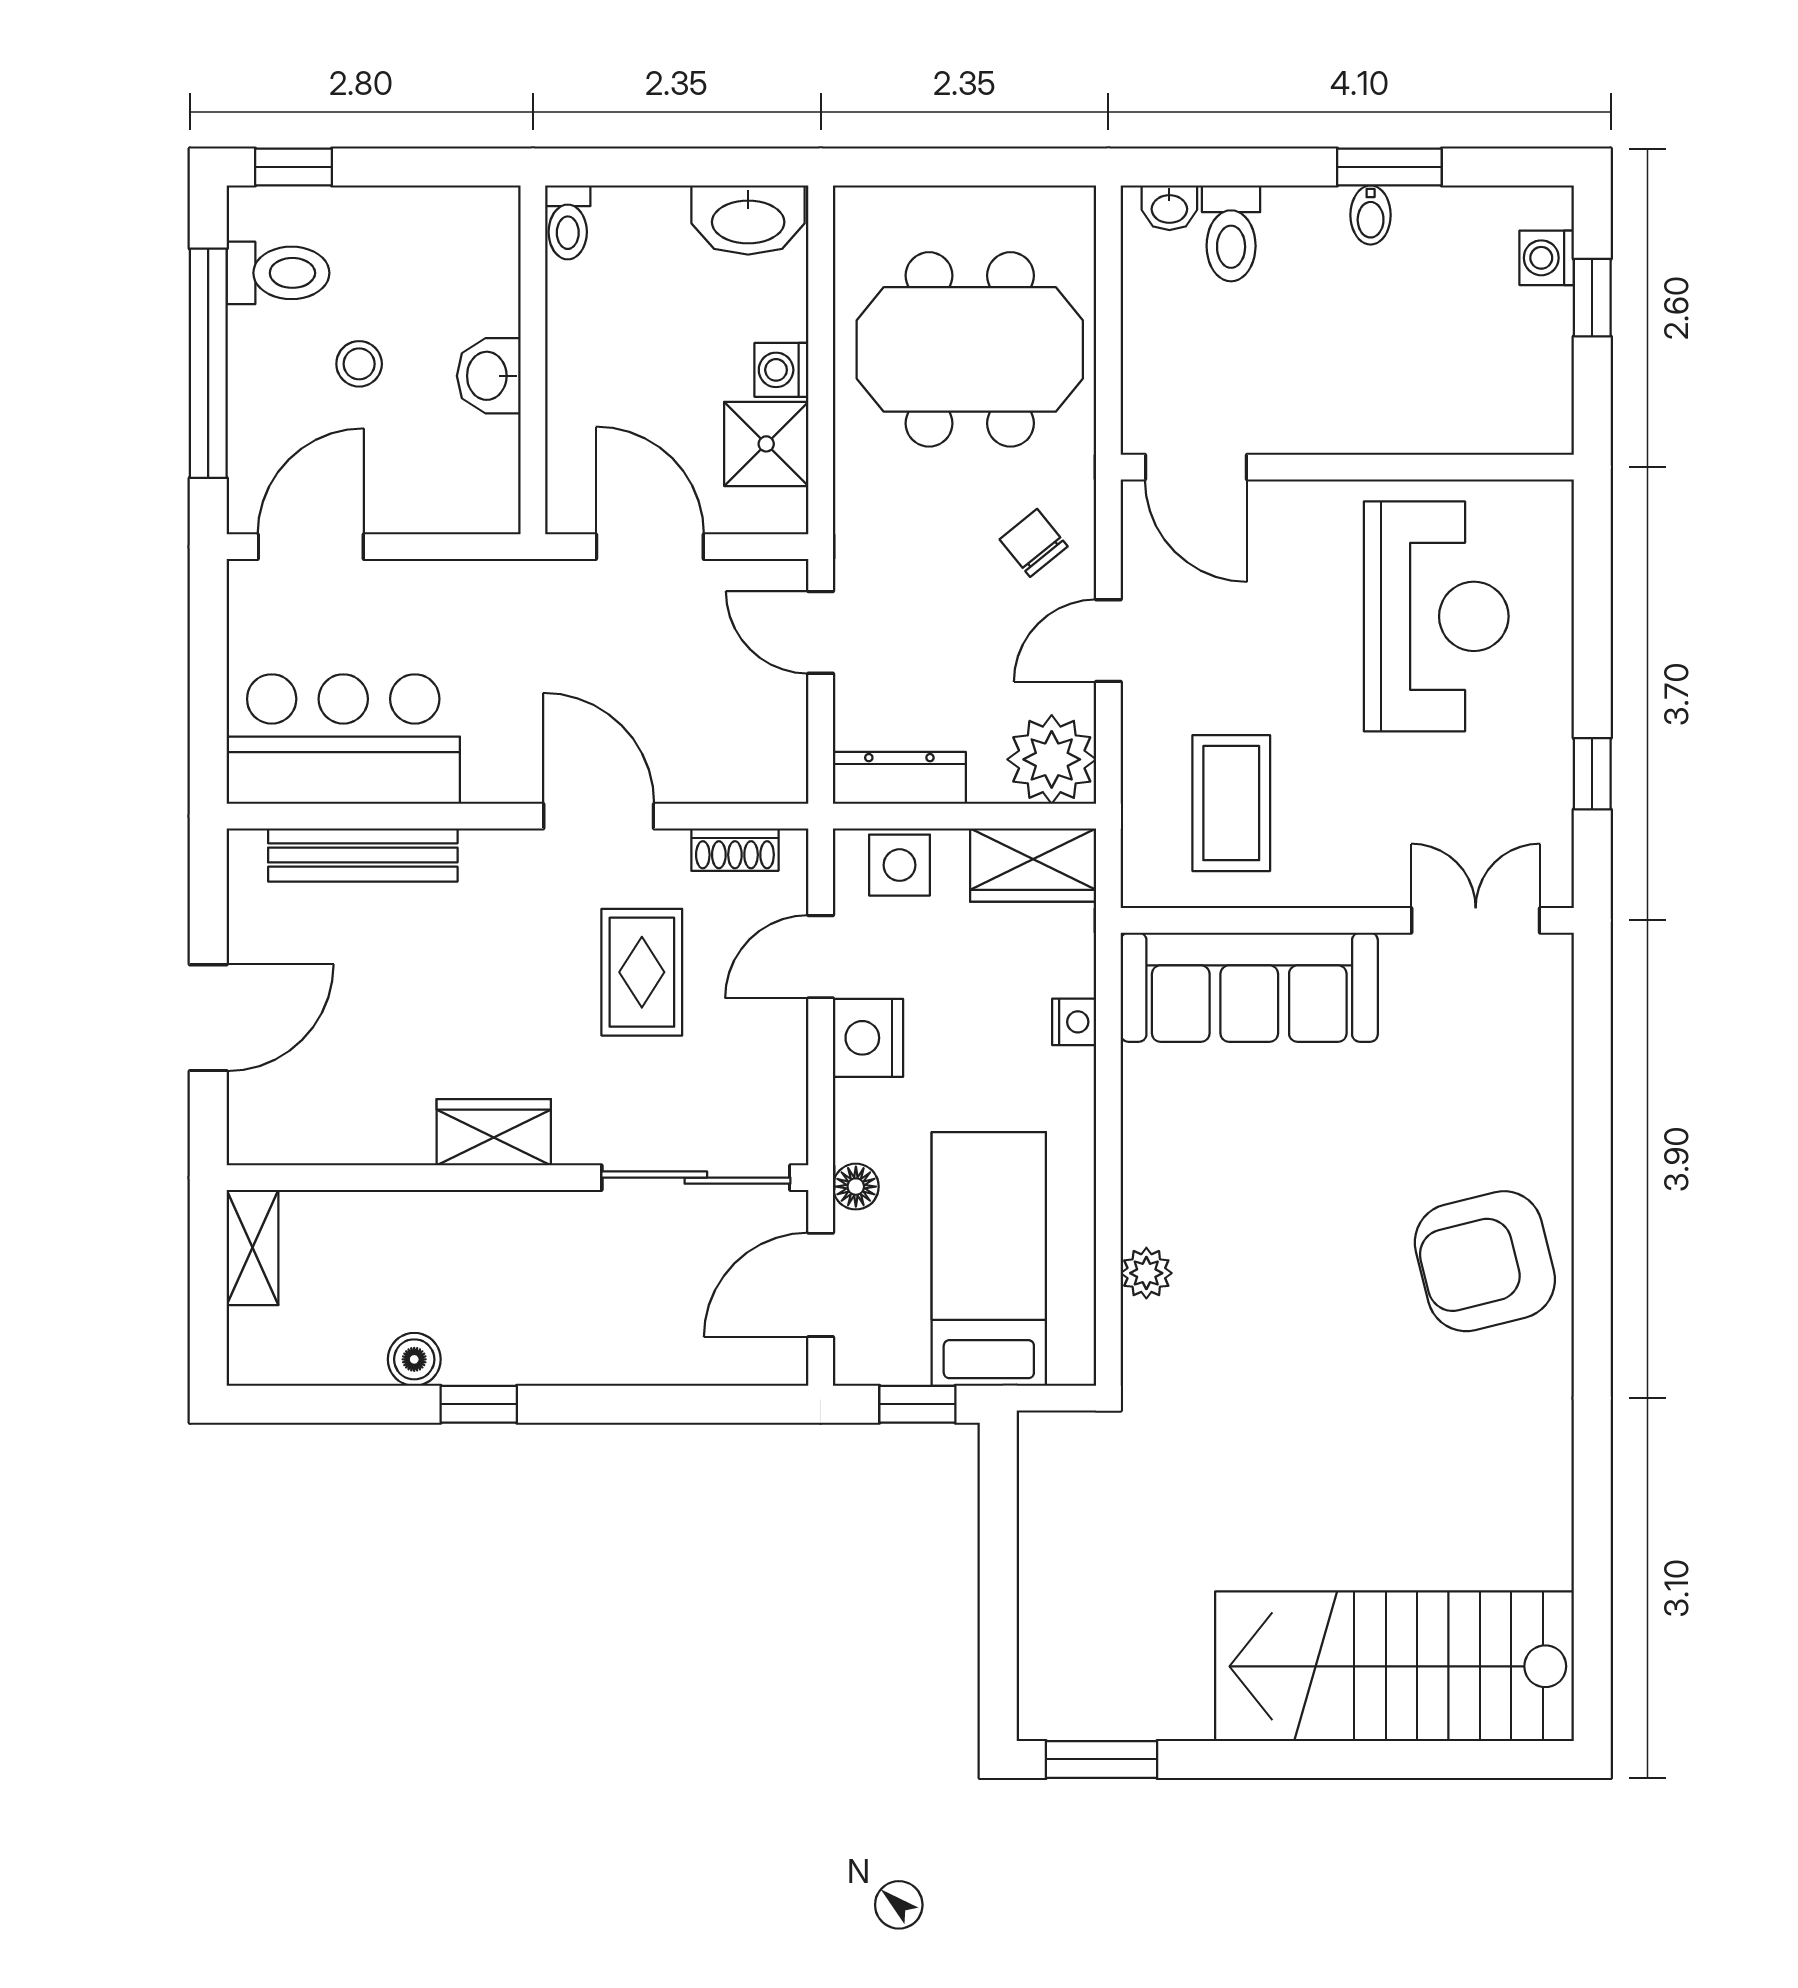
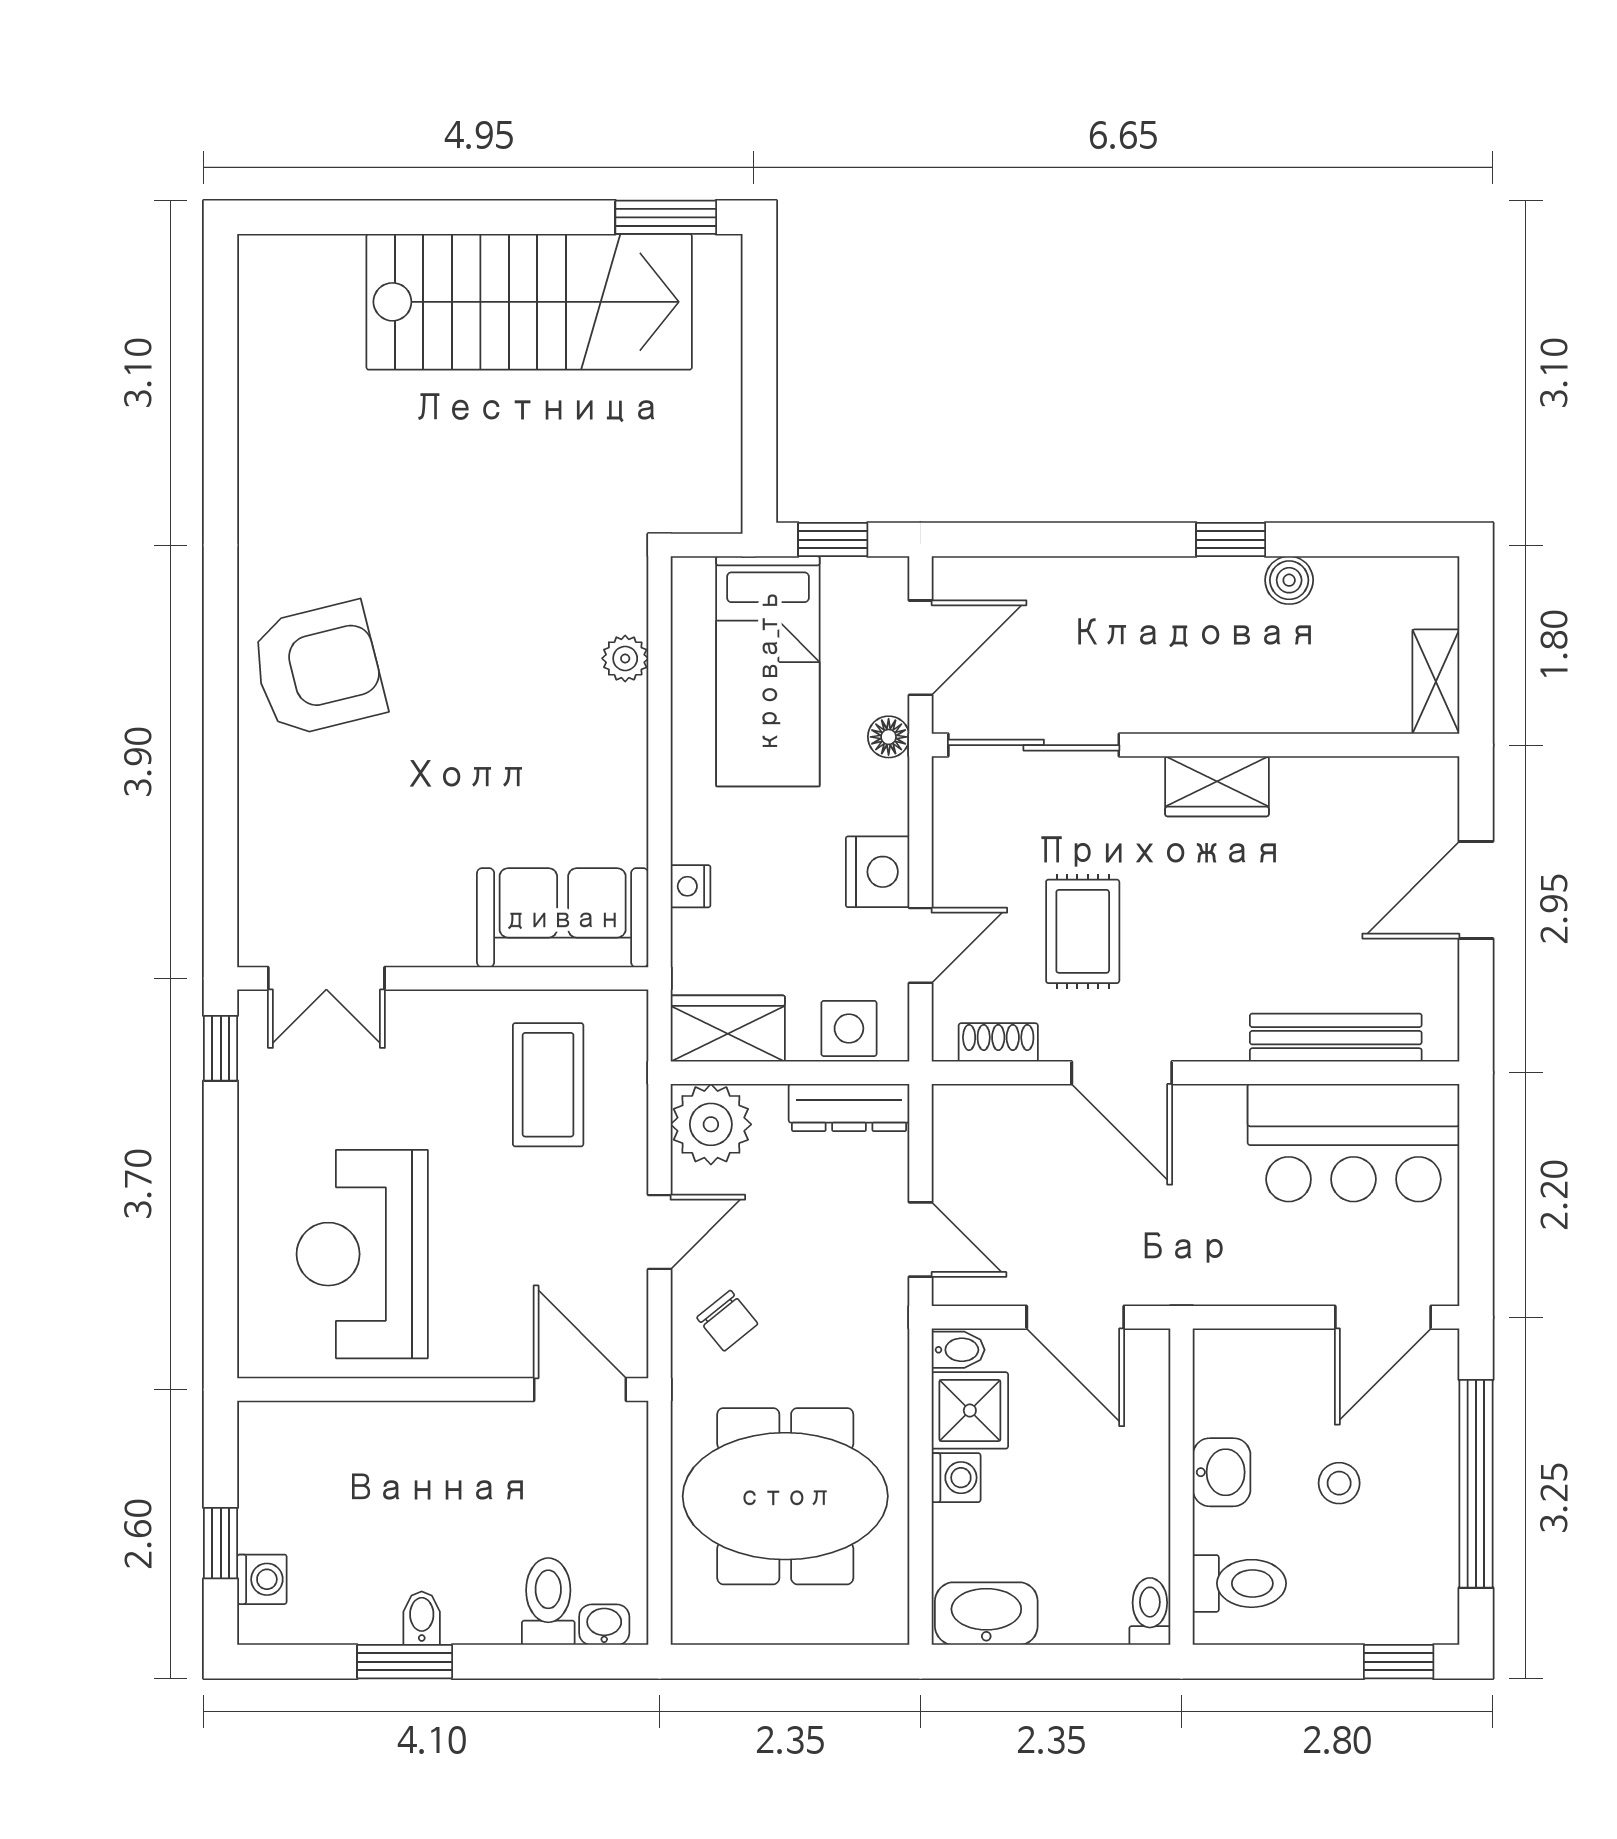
toilet: (278, 273) -> (1239, 1583), moved, turned 180
bidet: (779, 511) -> (958, 1350), added
window: (1592, 774) -> (221, 1048), moved
sofa: (1249, 987) -> (563, 918), width x0.73
stairs: (1395, 1666) -> (529, 302), moved

